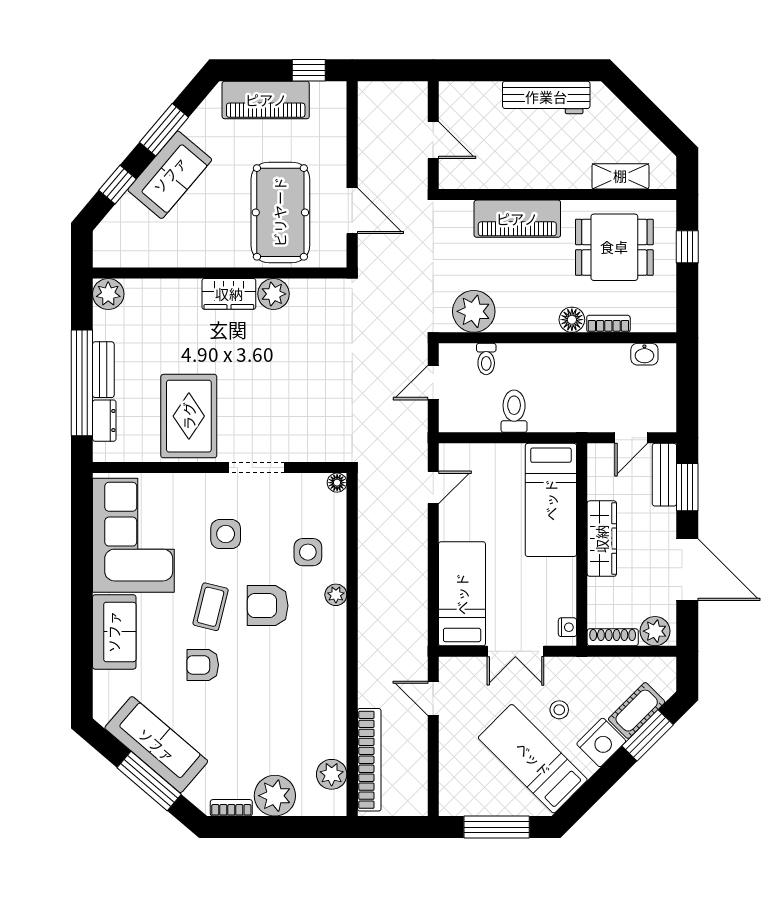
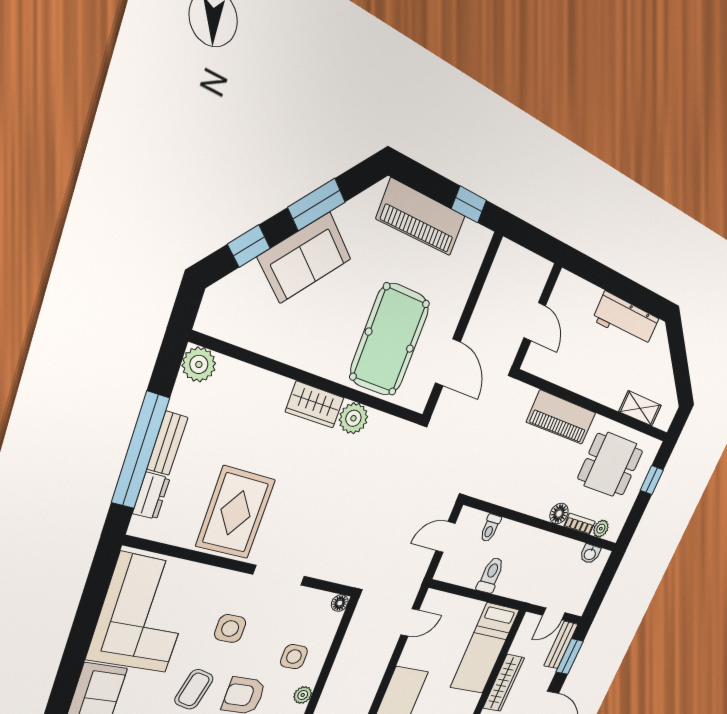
plant: (474, 311) -> (601, 529), moved, width x0.53, depth x0.53

